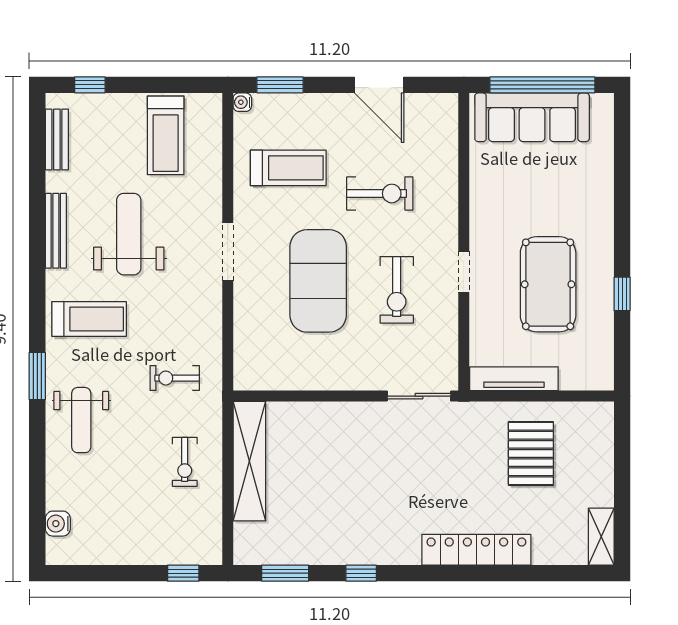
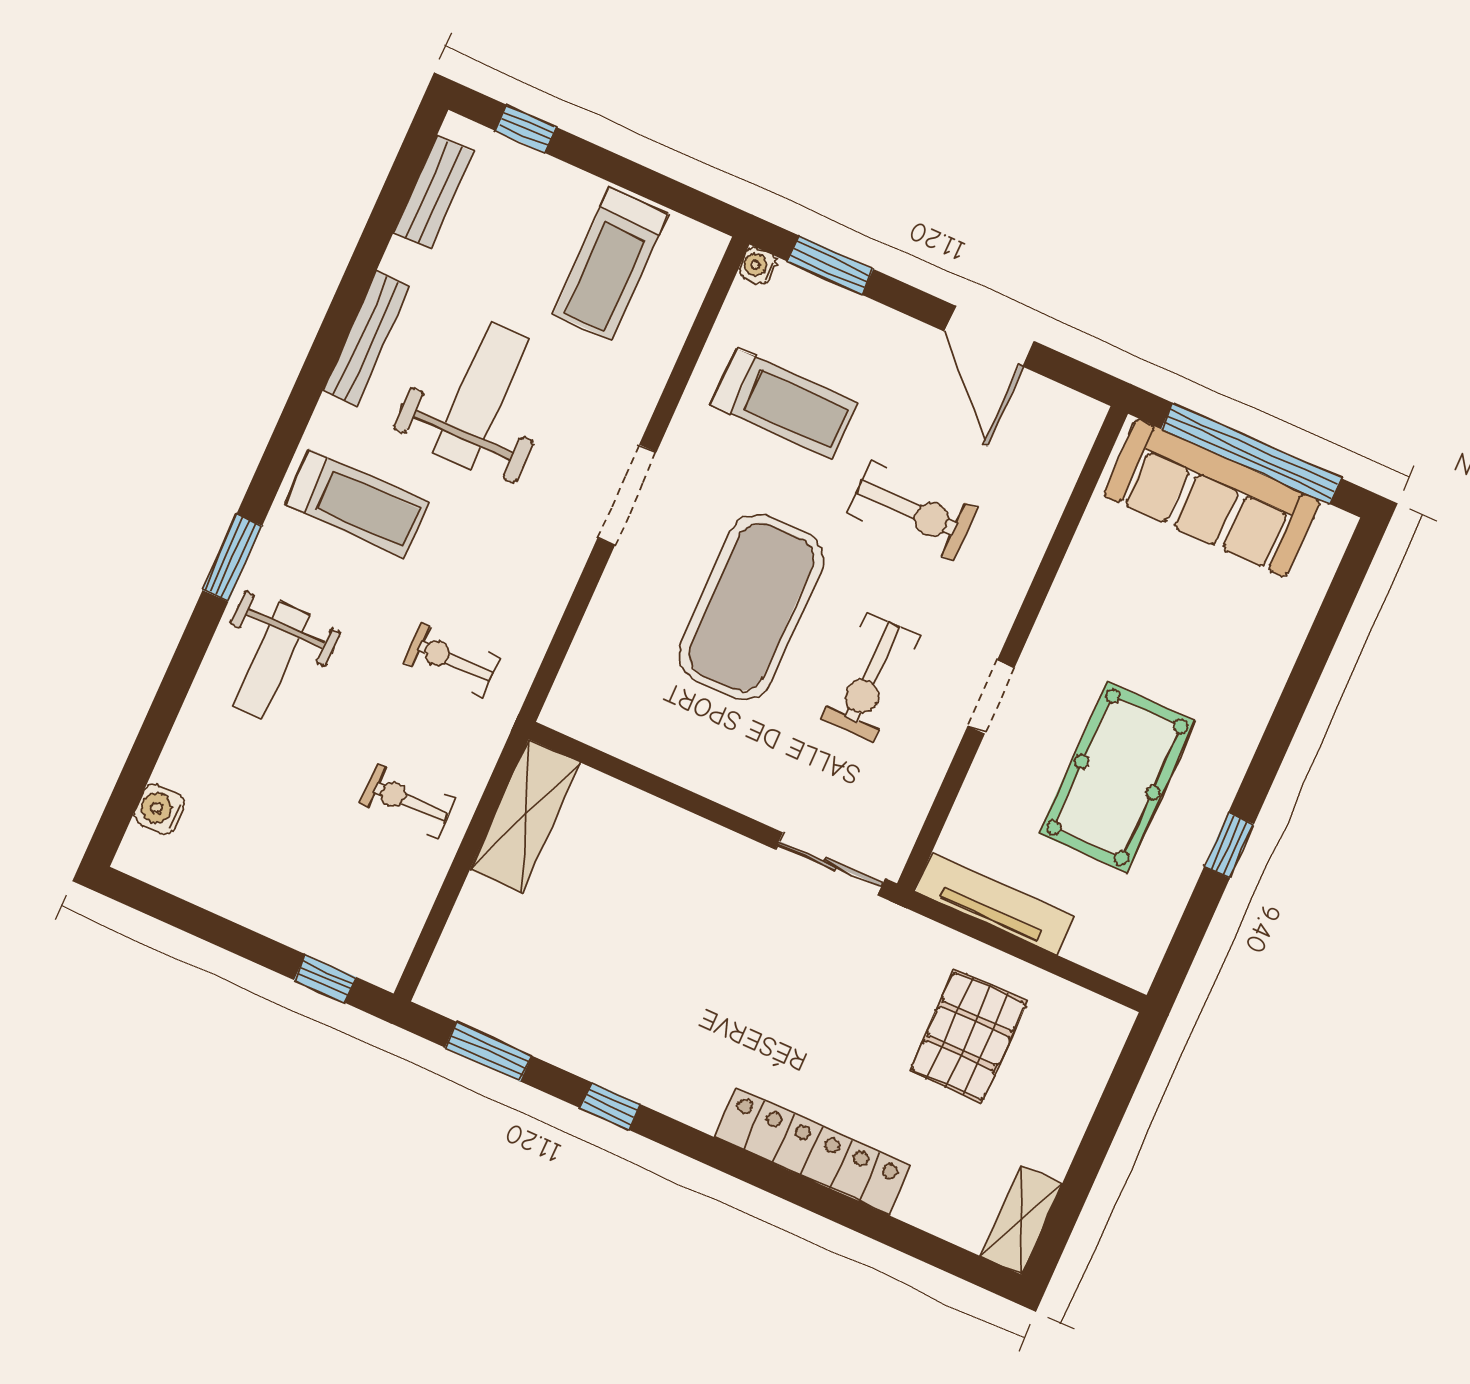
shelving: (249, 461) -> (525, 816), width x0.68
exercise bike: (185, 462) -> (407, 801), turned 90

